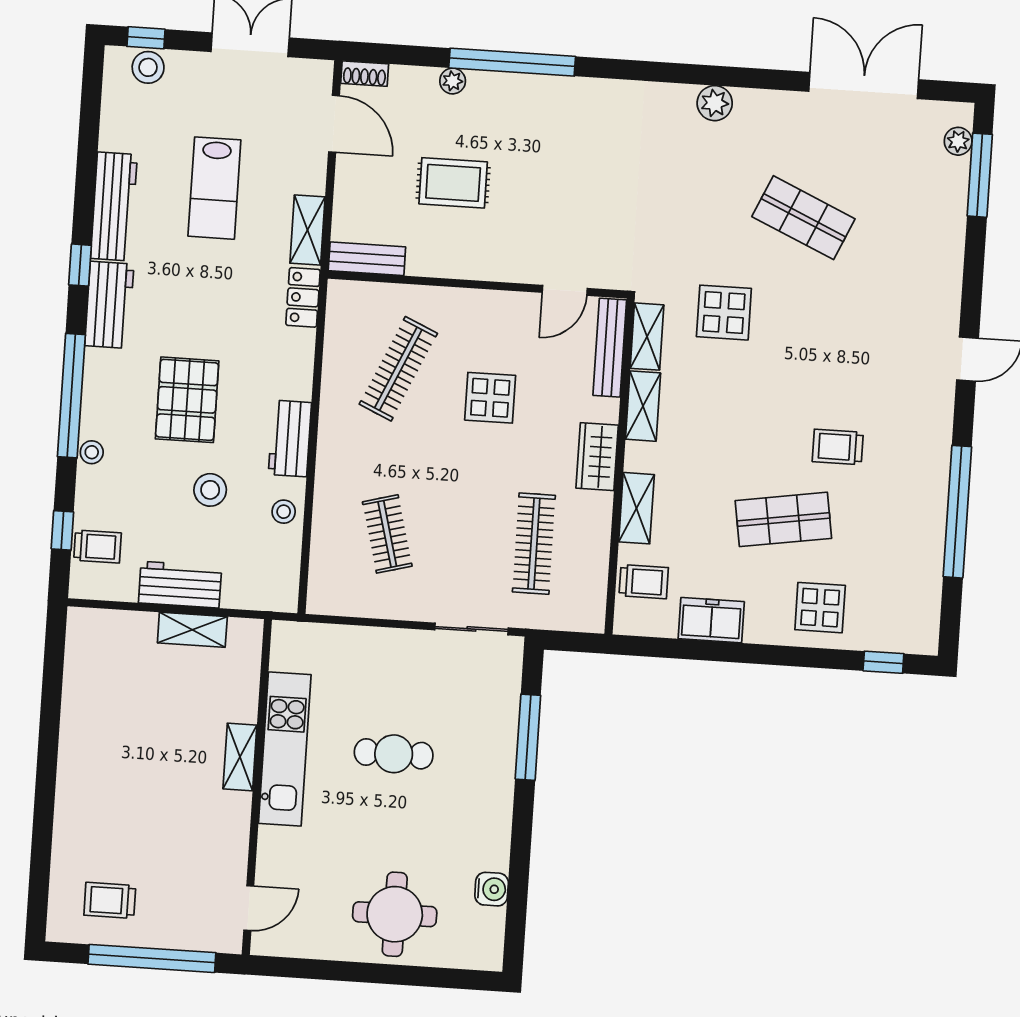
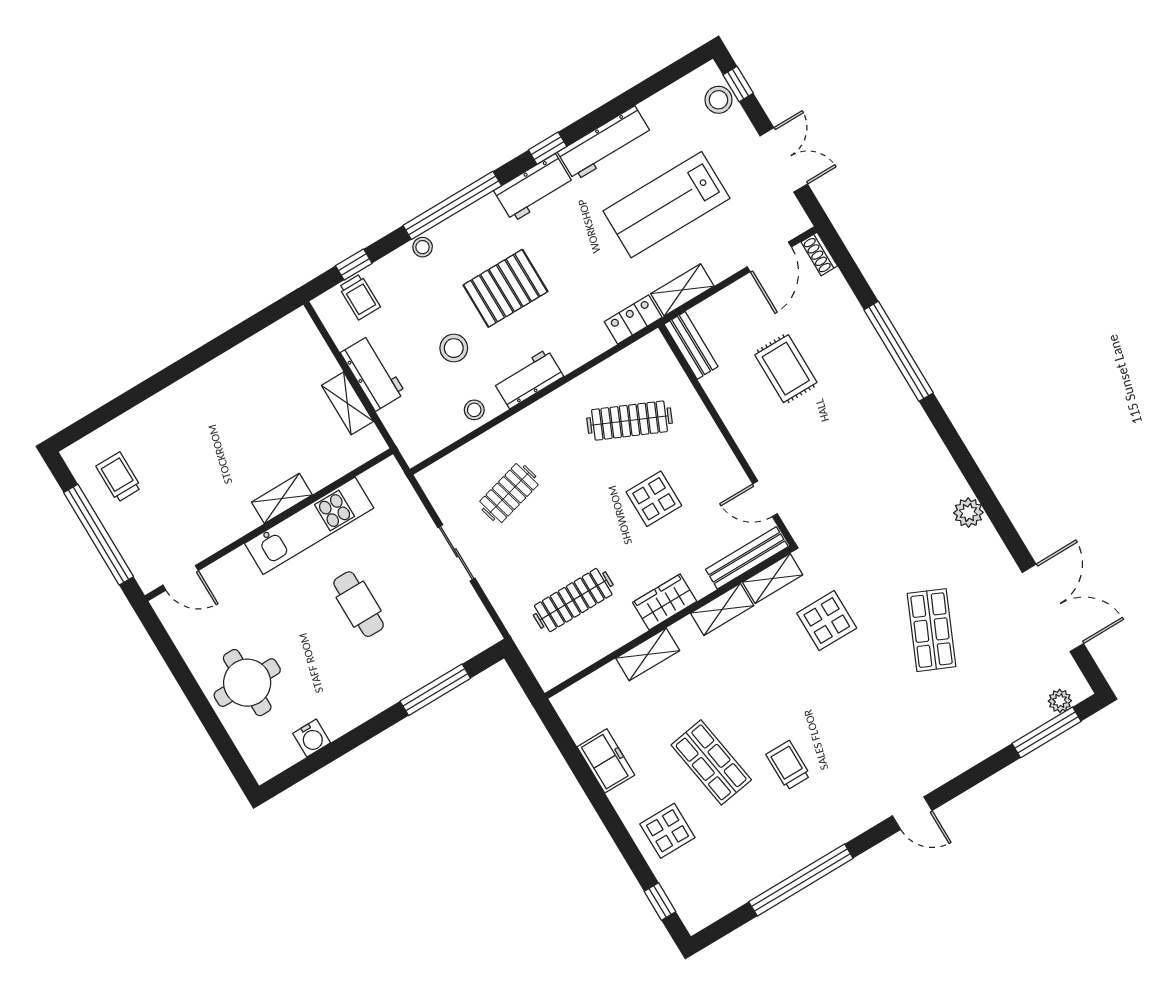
plant: (453, 81) -> (857, 319), removed
lab bench: (214, 188) -> (666, 205), width x1.36, depth x1.39
trolley: (644, 582) -> (600, 695), removed
sliding door: (471, 629) -> (456, 553), moved

